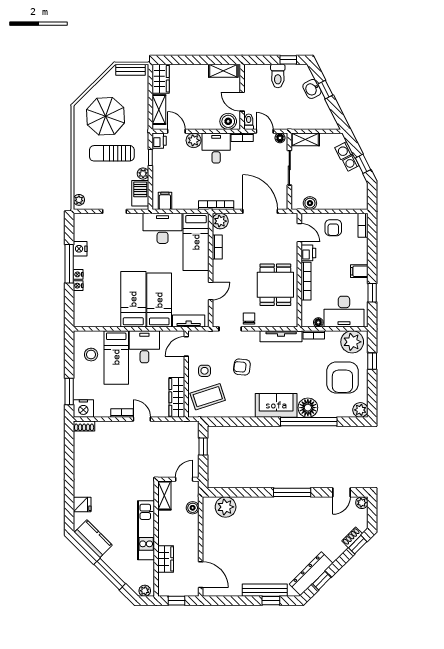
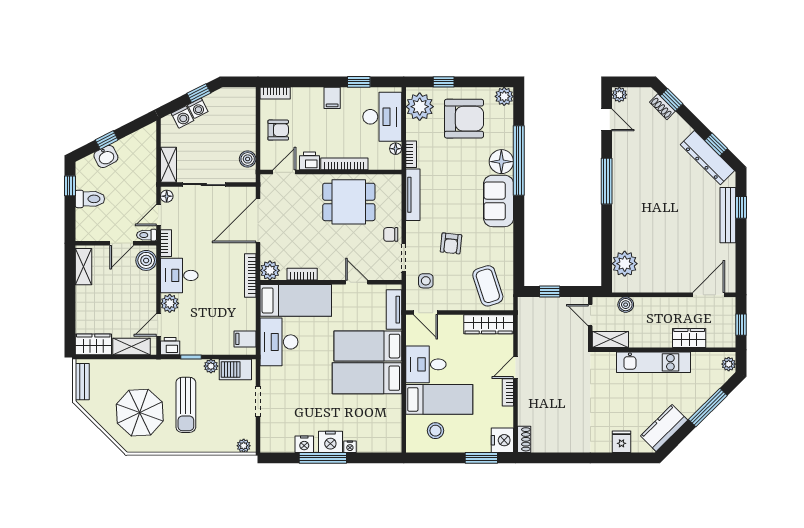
nightstand: (78, 274) -> (330, 442), width x1.89, depth x1.79
side table: (205, 371) -> (426, 281), moved

